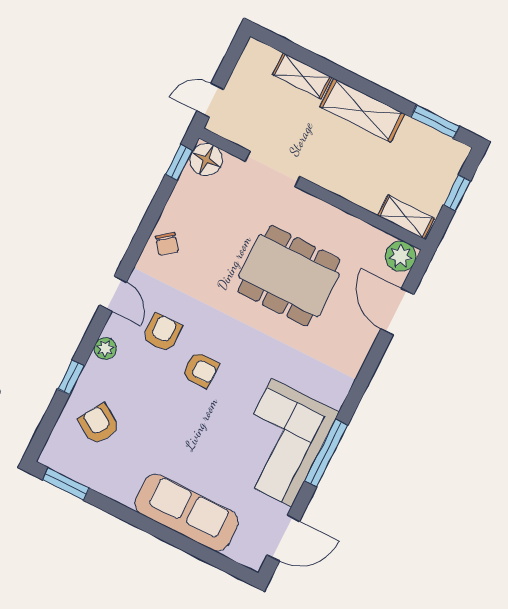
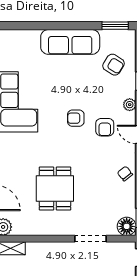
dining table: (289, 276) -> (55, 188), width x0.73
sofa: (186, 513) -> (70, 42), moved

